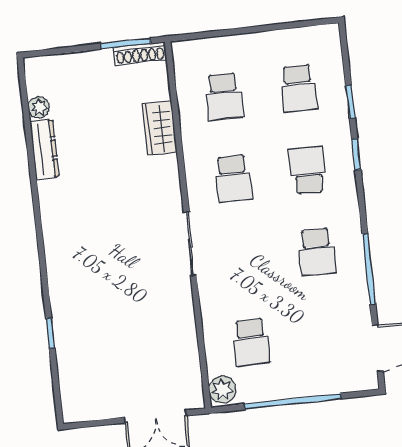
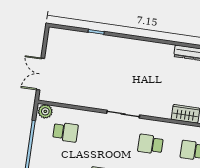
school desk: (251, 342) -> (65, 132), turned 180

